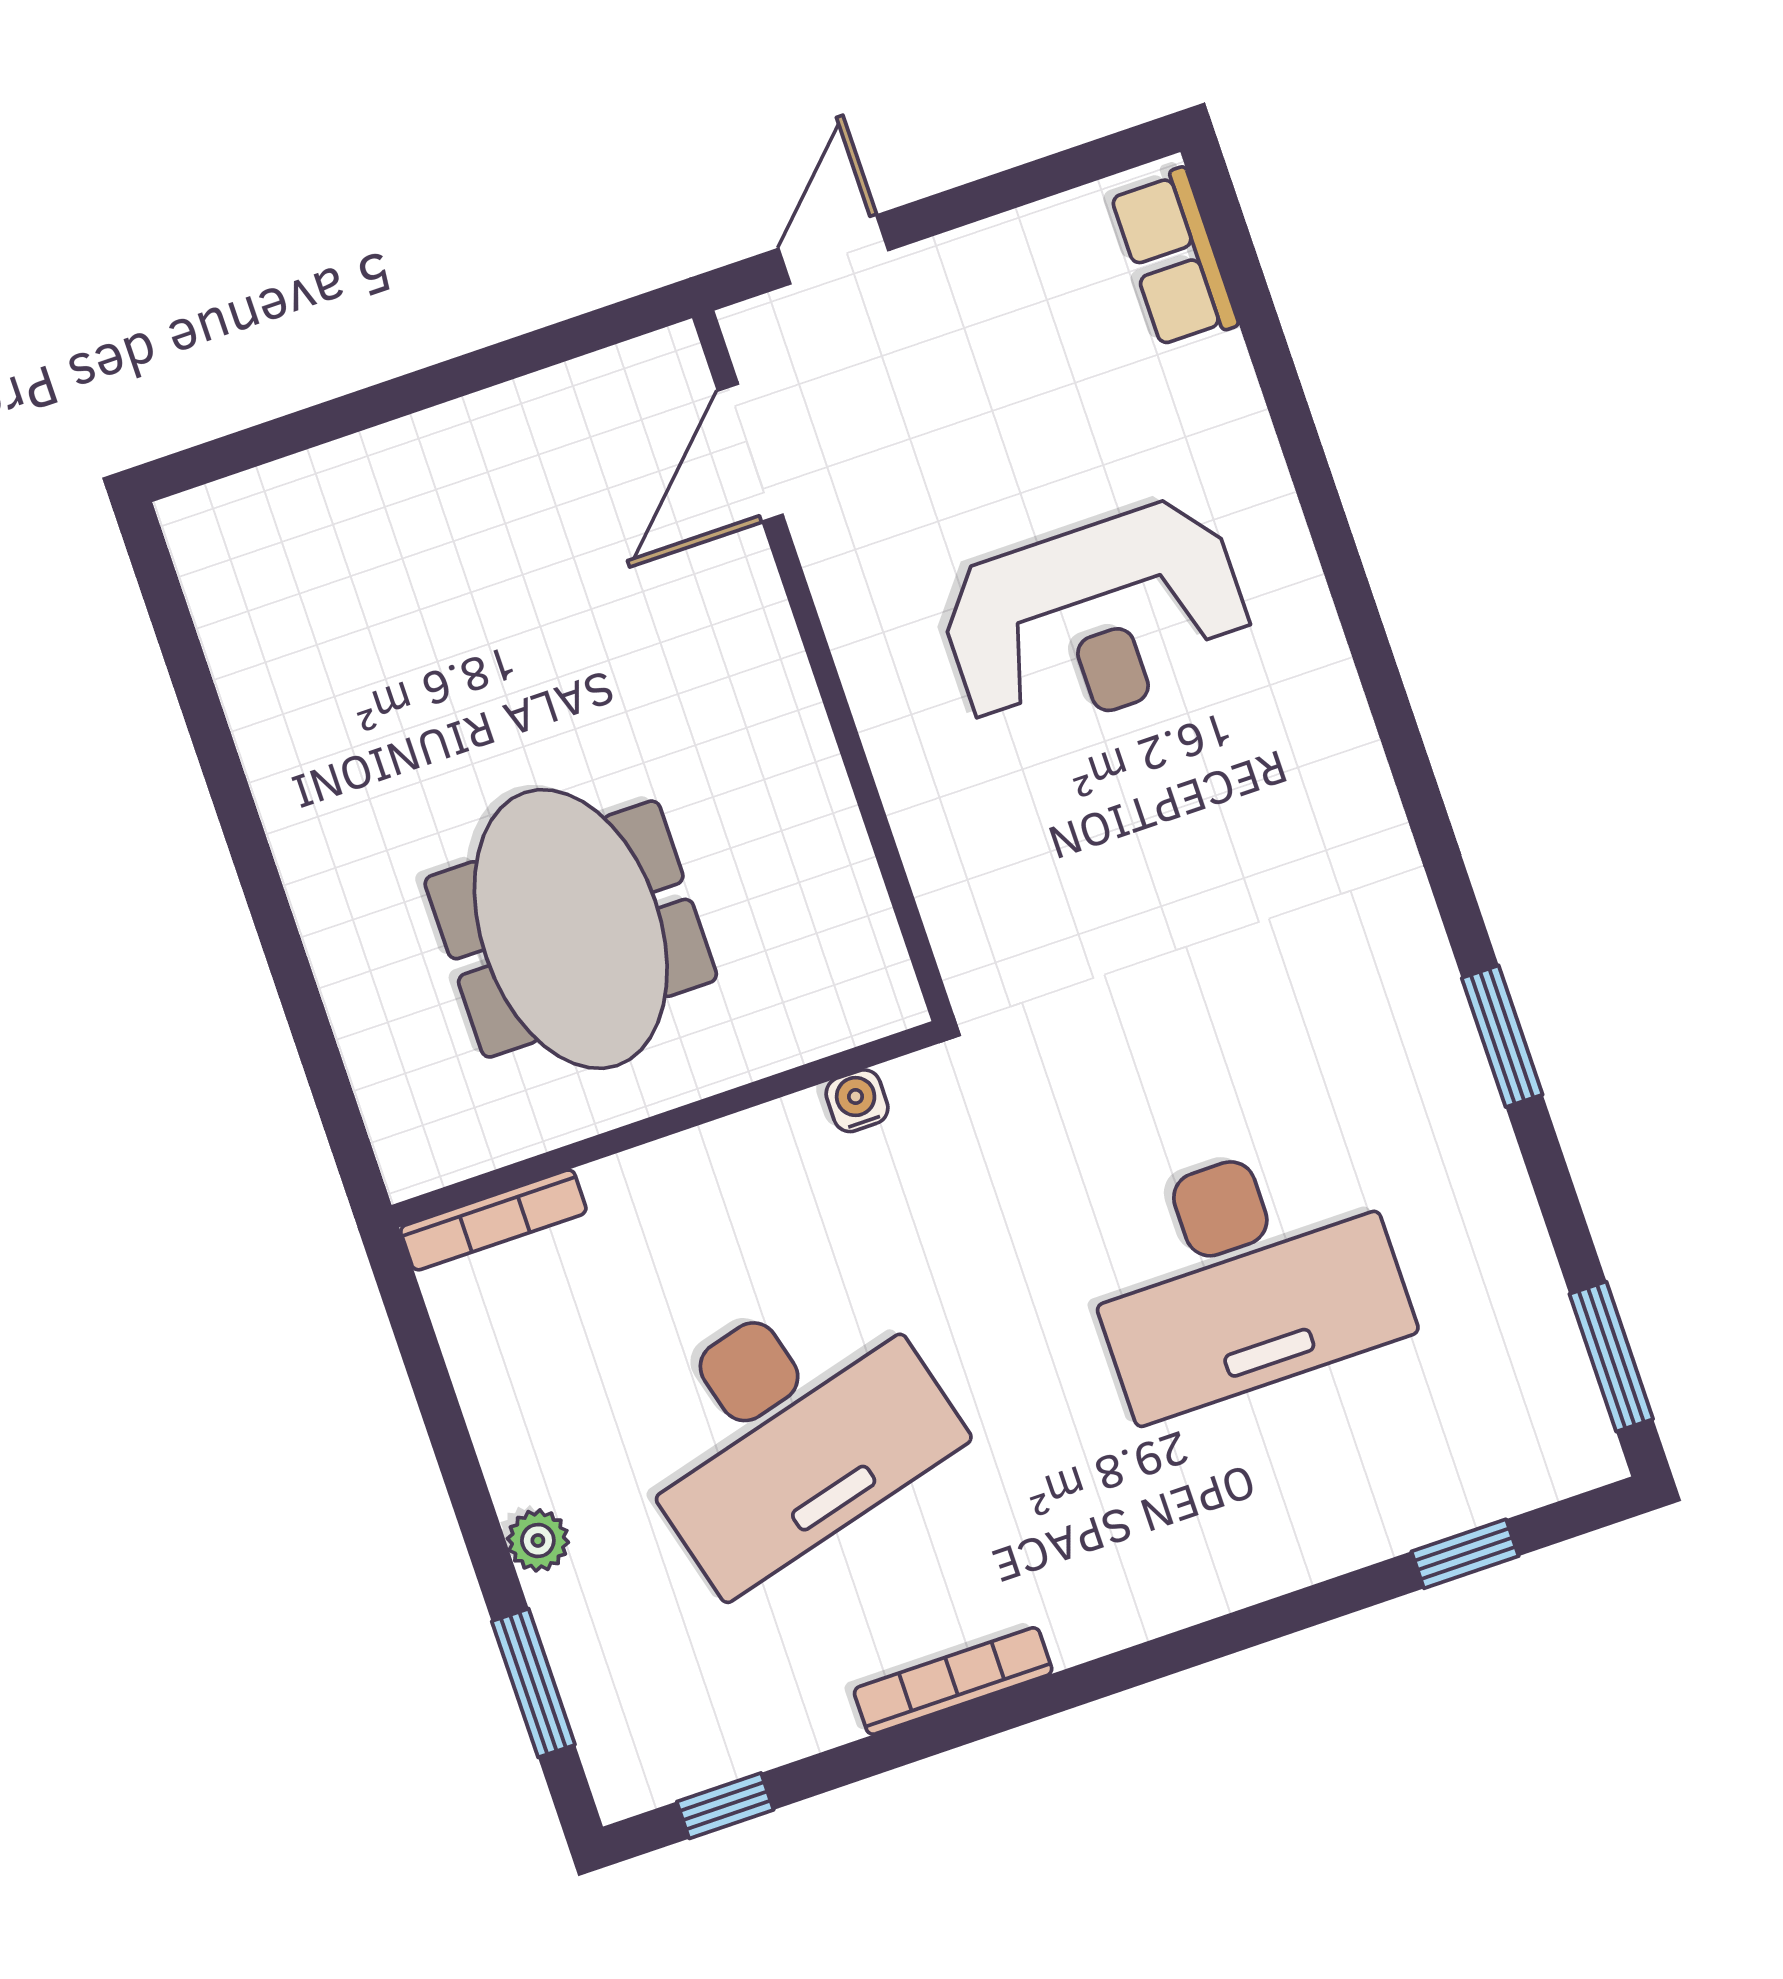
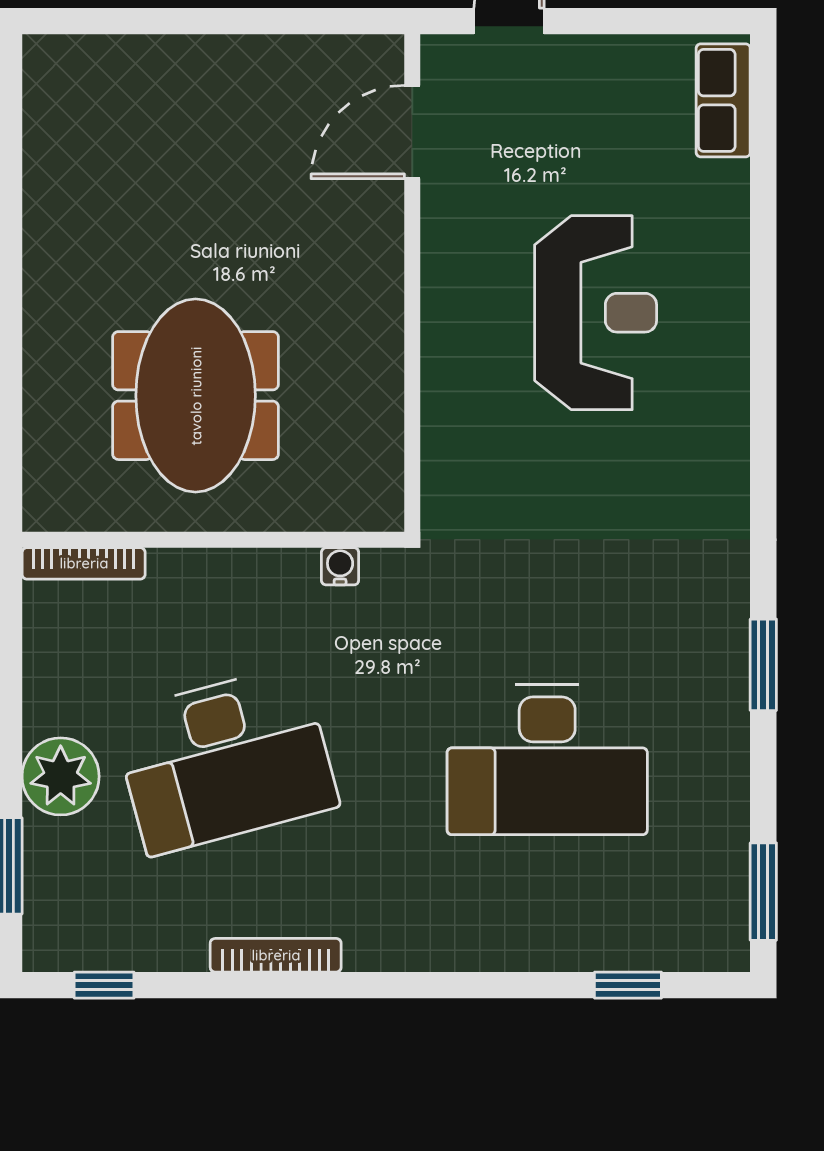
reception desk: (1096, 620) -> (596, 313), turned -90
plant: (538, 1540) -> (61, 776), width x1.88, depth x1.88

